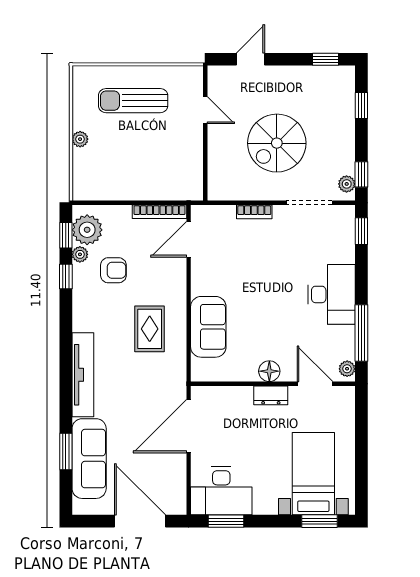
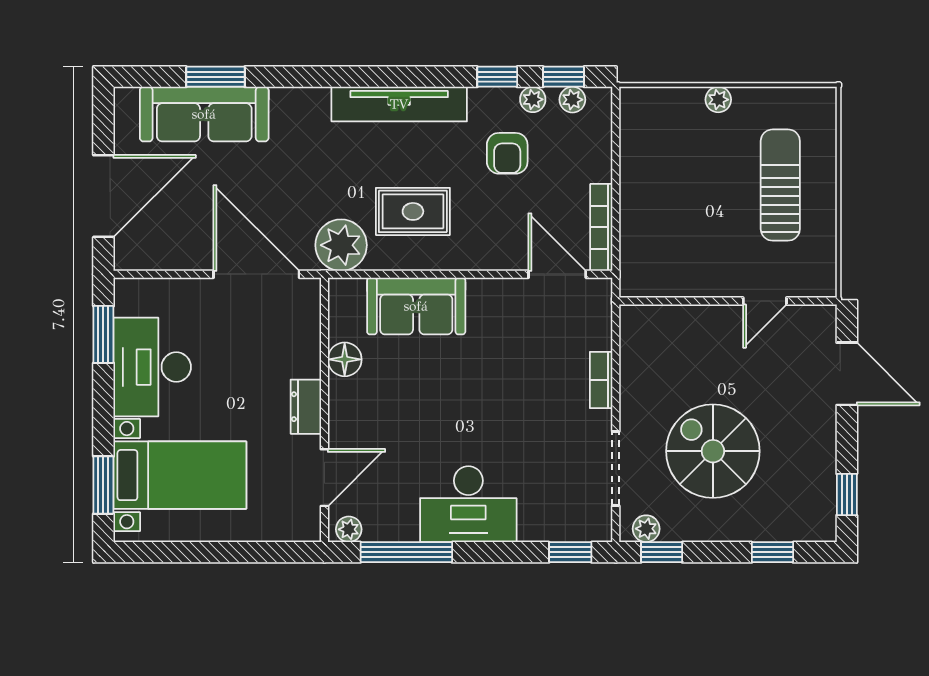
door: (250, 59) -> (847, 374), width x1.38
spiral stairs: (277, 143) -> (713, 451), moved
plant: (87, 230) -> (572, 100), width x0.53, depth x0.53
floor lamp: (269, 371) -> (345, 359), moved
plant: (170, 374) -> (341, 245), added
tv unit: (83, 375) -> (399, 104), moved
desk: (221, 491) -> (152, 367), moved

